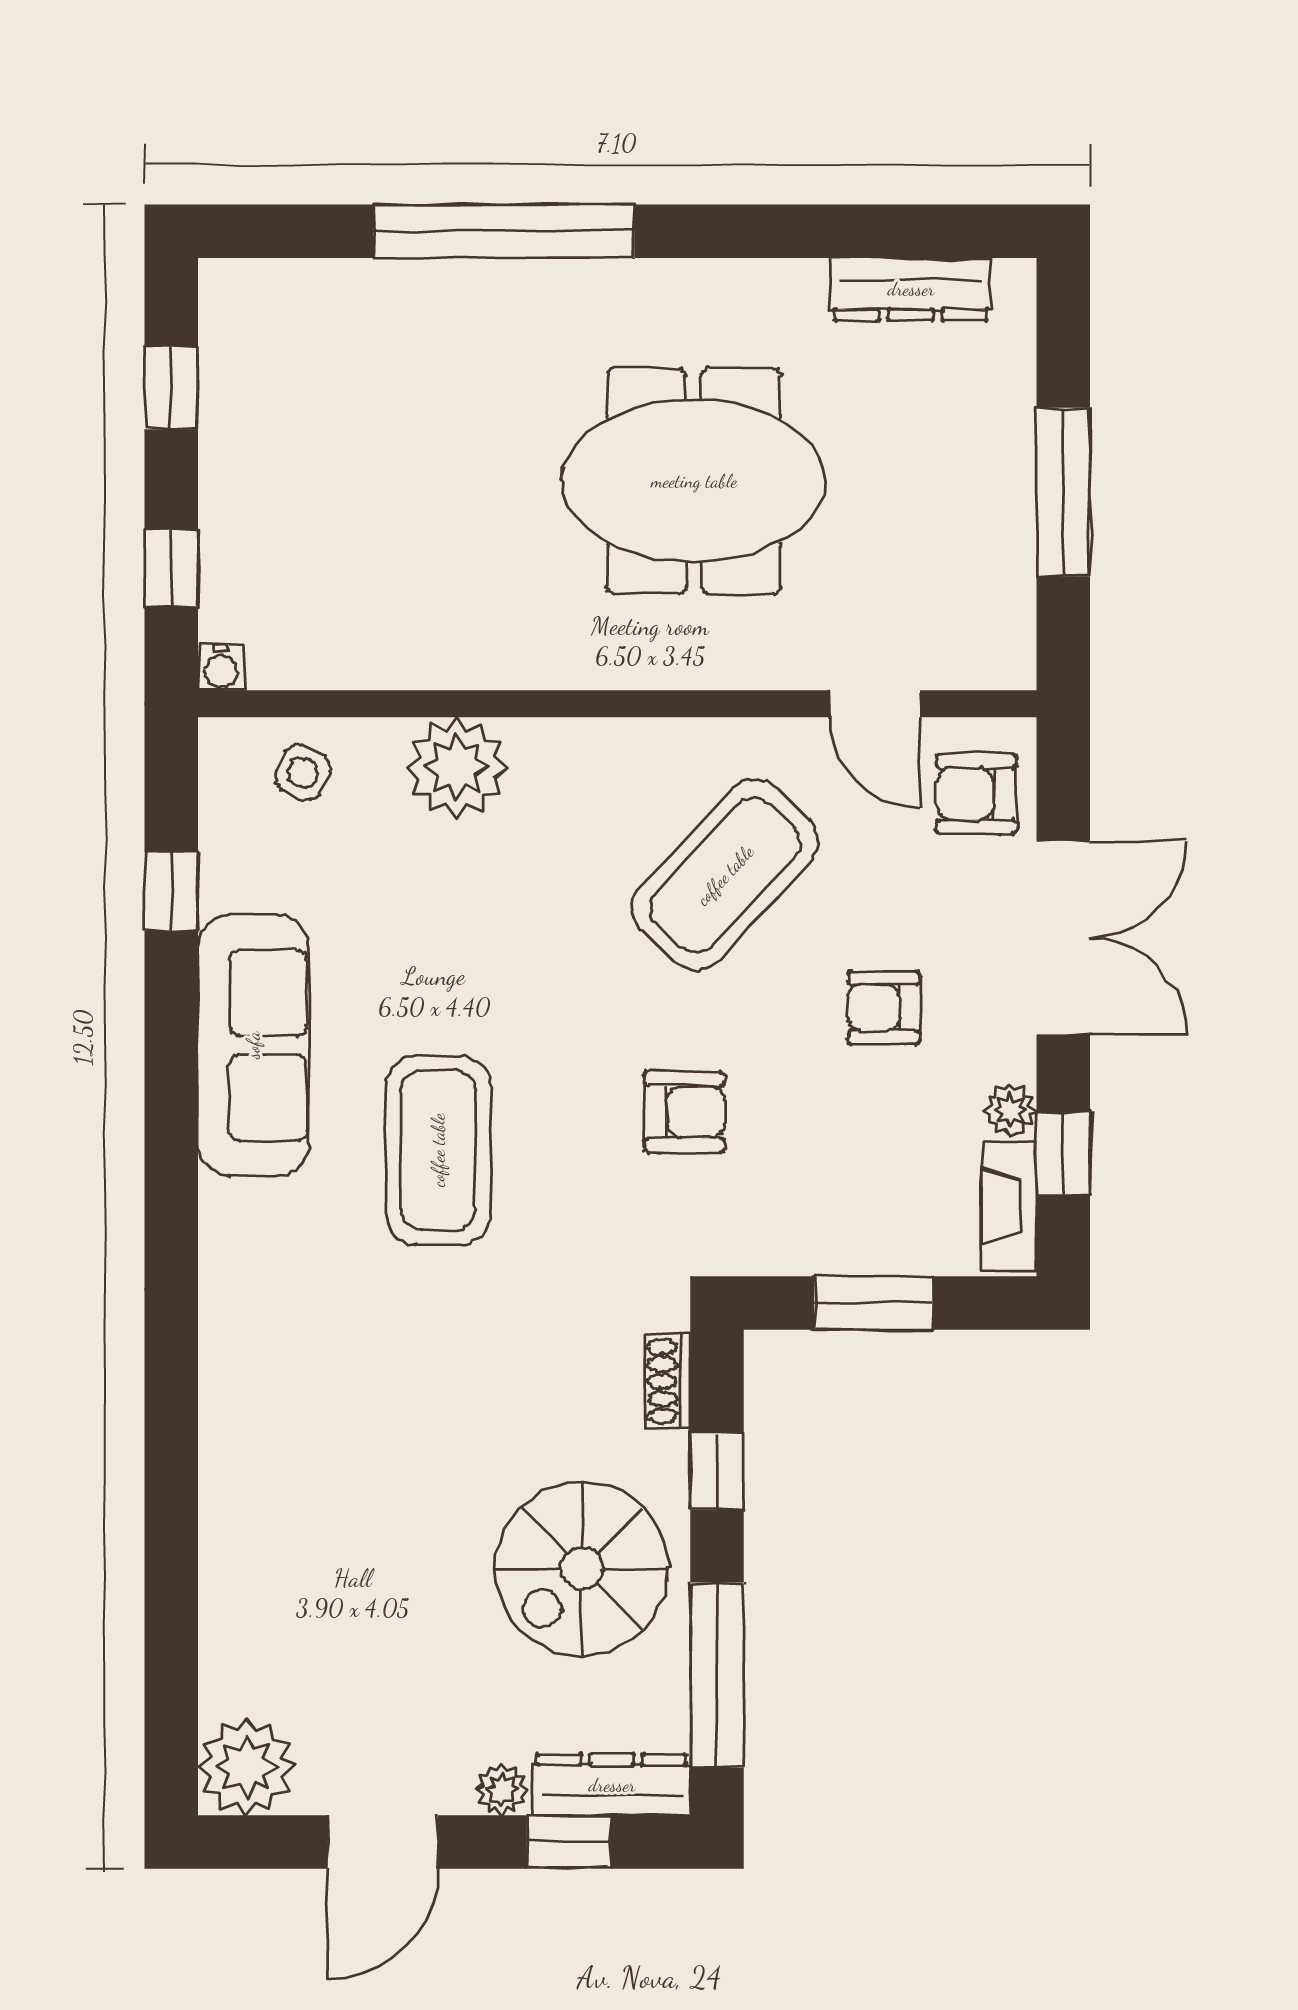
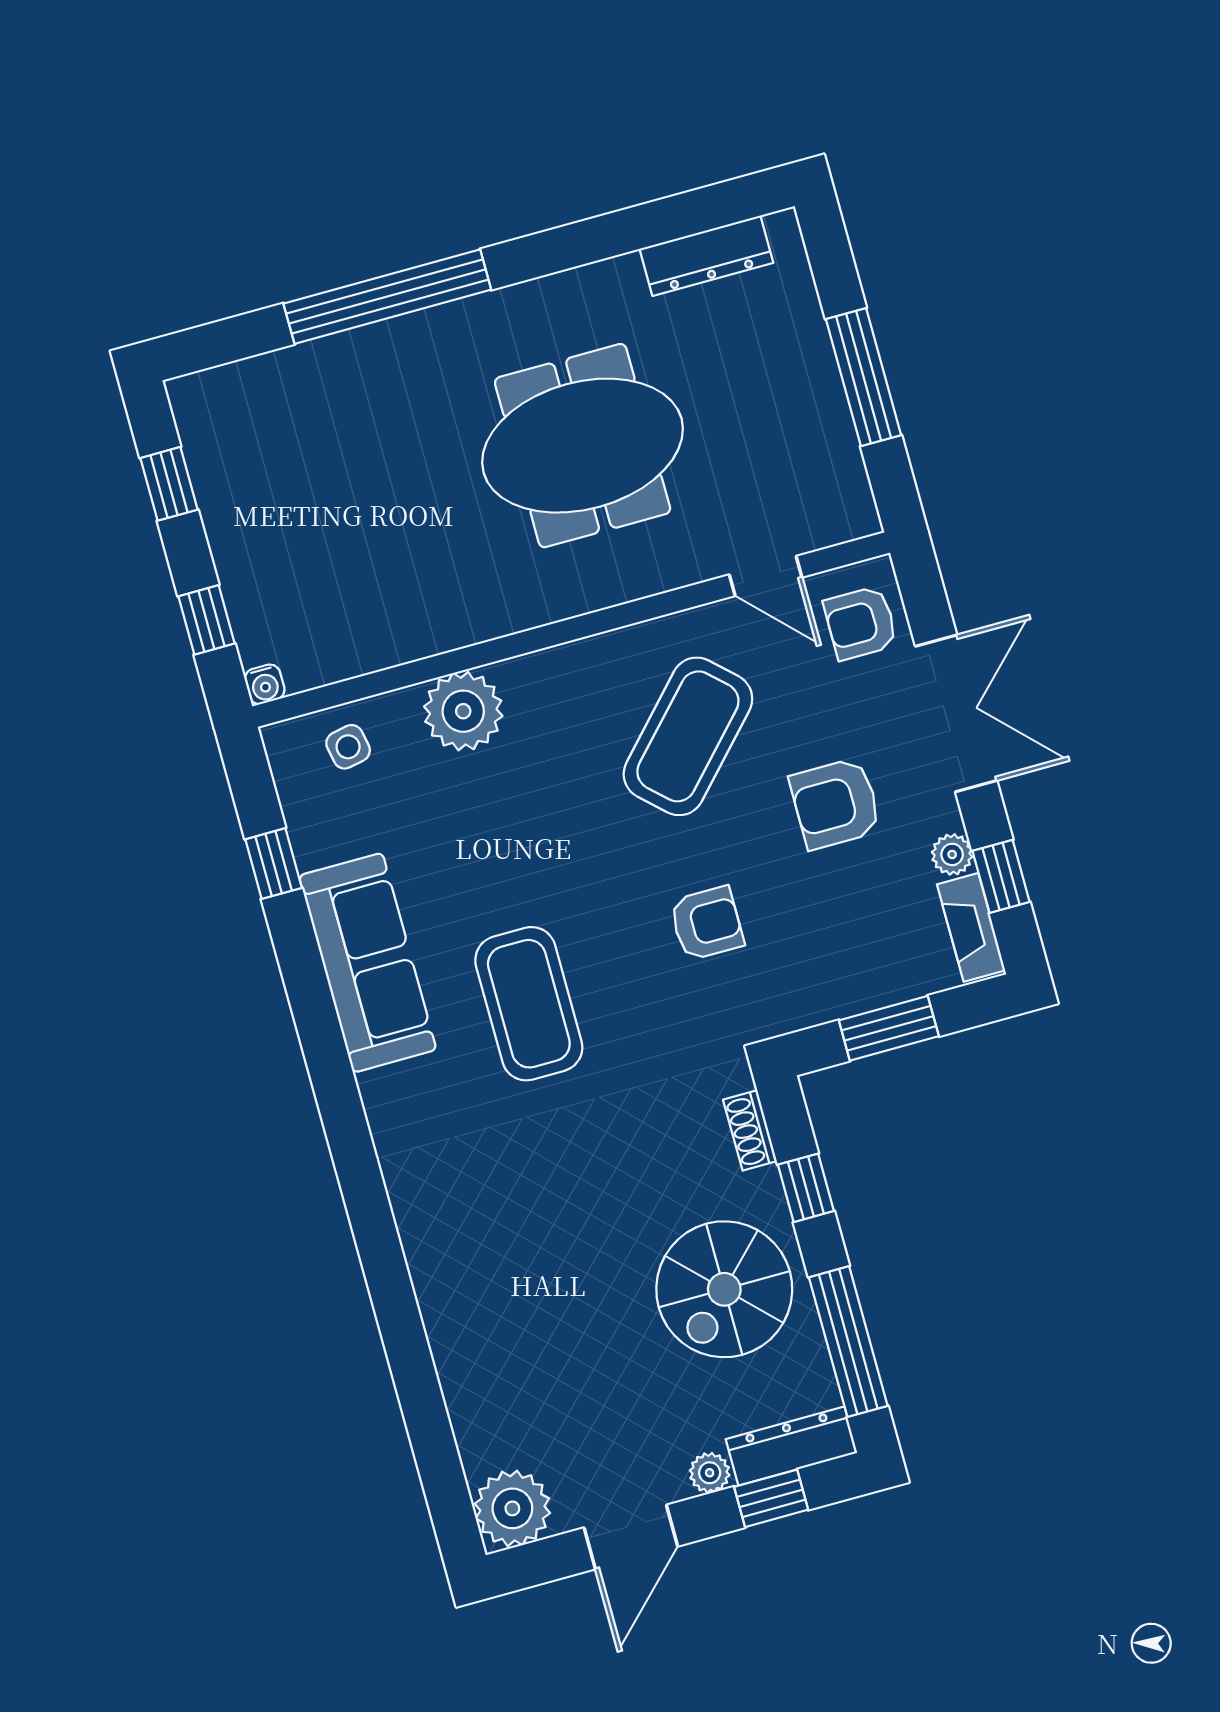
side table: (303, 773) -> (348, 747), turned -37
armchair: (884, 1008) -> (835, 803), width x1.38, depth x1.38

